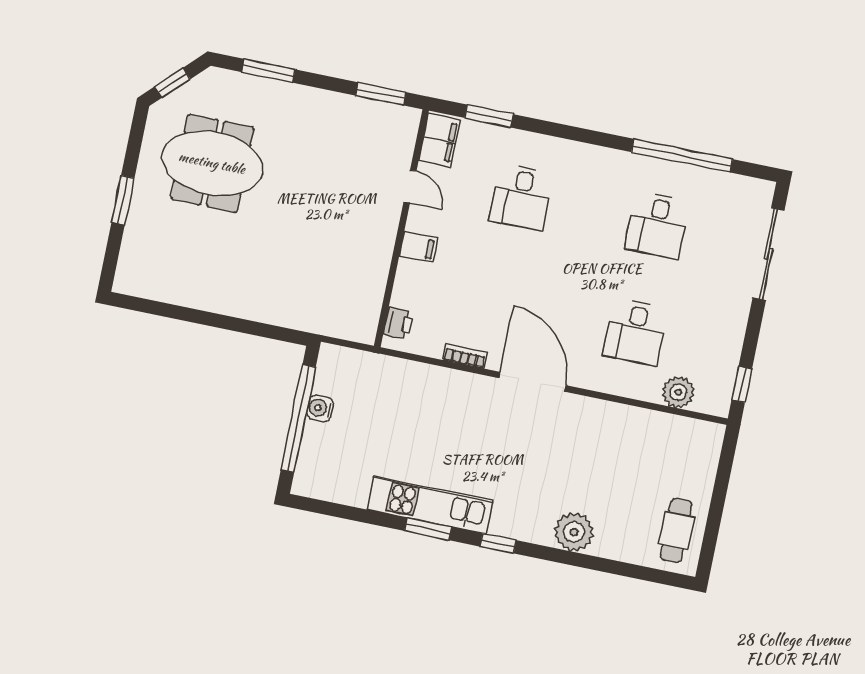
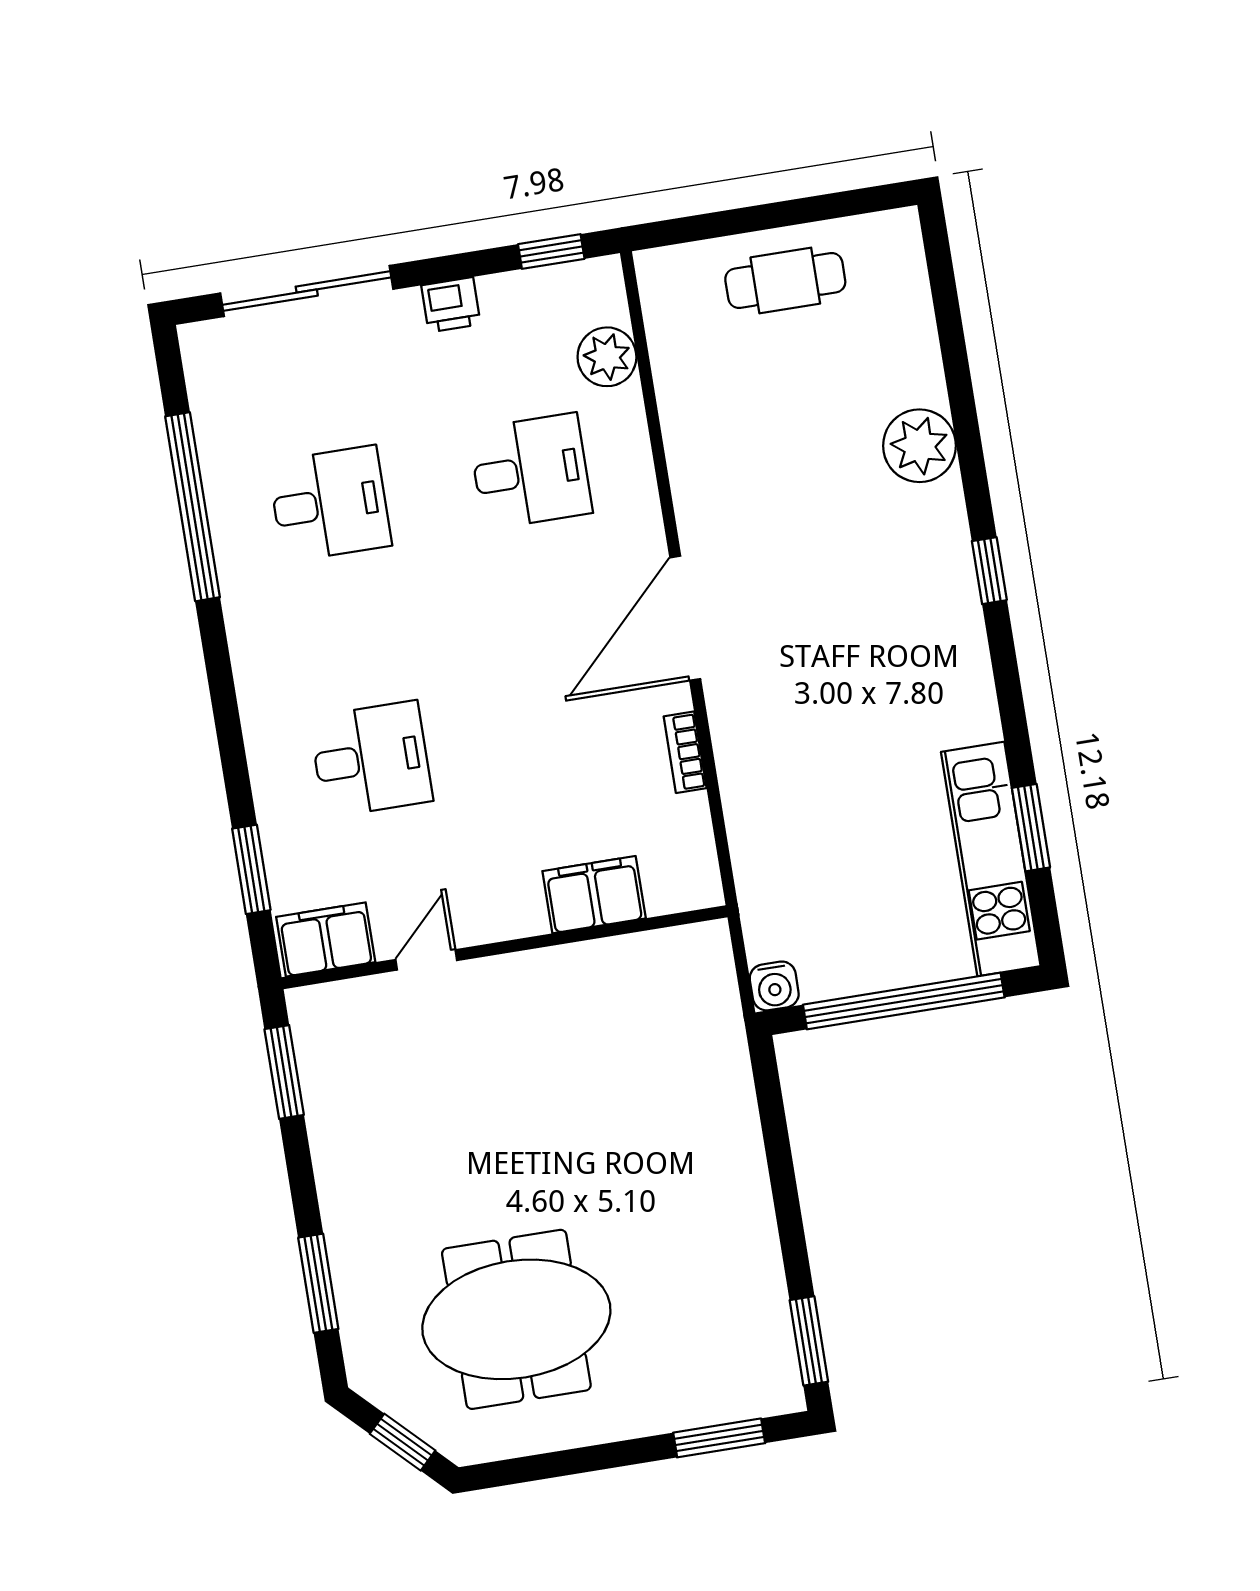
meeting table: (212, 163) -> (516, 1319), turned 90
window: (123, 200) -> (719, 1438), moved
filing cabinet: (418, 247) -> (594, 895), moved, width x2.00
window: (146, 306) -> (809, 1341), added
printer: (398, 323) -> (451, 305), moved, turned 180
water cooler: (320, 408) -> (774, 986), moved
kitchen unit: (430, 505) -> (991, 859), moved
window: (428, 529) -> (1031, 828), moved
cafe table: (676, 530) -> (785, 281), moved

